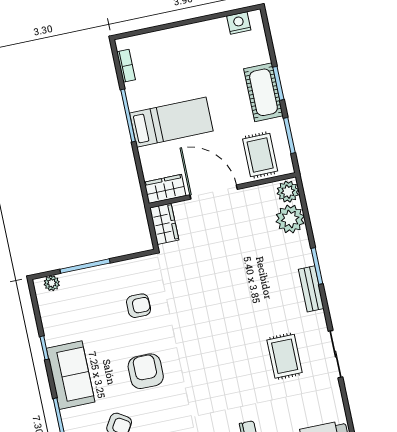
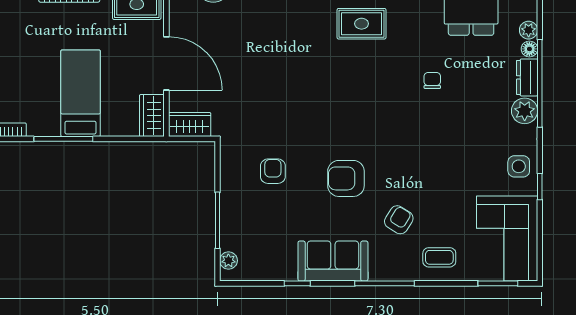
door: (214, 192) -> (166, 63), swing flipped

